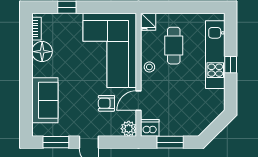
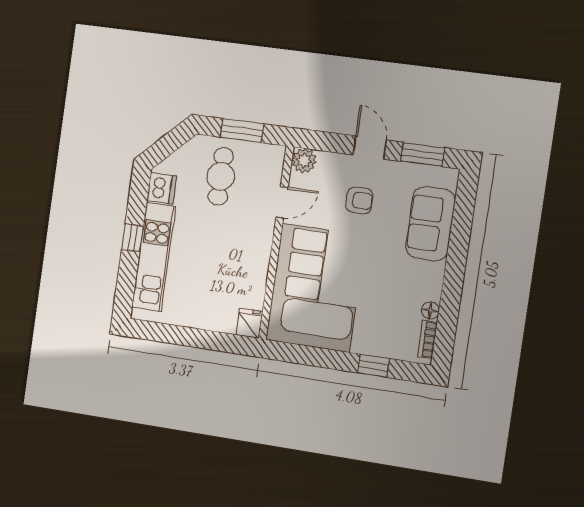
cafe table: (174, 46) -> (221, 176), moved
floor lamp: (42, 52) -> (430, 310), width x0.53, depth x0.53
stool: (149, 67) -> (257, 252), removed
armchair: (106, 103) -> (359, 200), moved
dishwasher: (150, 128) -> (162, 188), moved, turned -90

